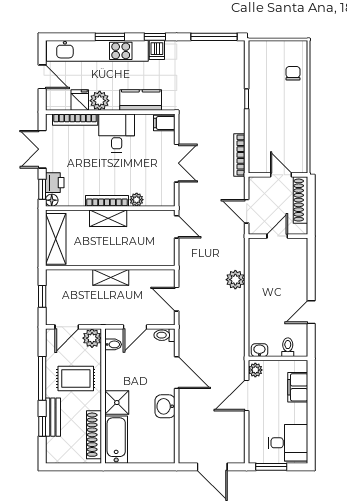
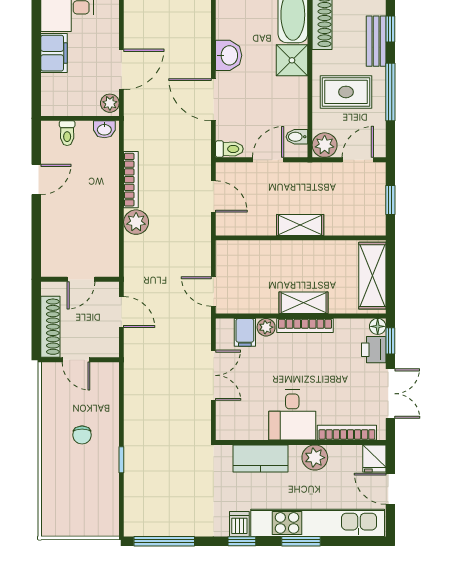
chair: (293, 73) -> (82, 435), moved
fridge: (80, 100) -> (374, 458), moved
filing cabinet: (164, 123) -> (245, 332), moved, turned 90
bookcase: (239, 155) -> (131, 180), moved
double door: (177, 163) -> (213, 375), swing flipped
filing cabinet: (298, 387) -> (54, 53), moved

